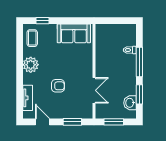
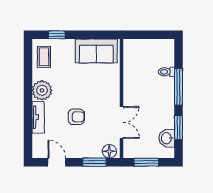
tv unit: (28, 98) -> (38, 117), moved
floor lamp: (84, 113) -> (109, 151), added

